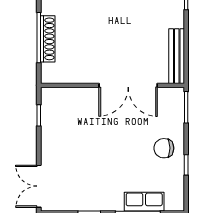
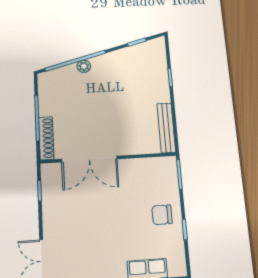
shoe rack: (48, 39) -> (46, 138), moved
double door: (128, 85) -> (89, 159), moved

